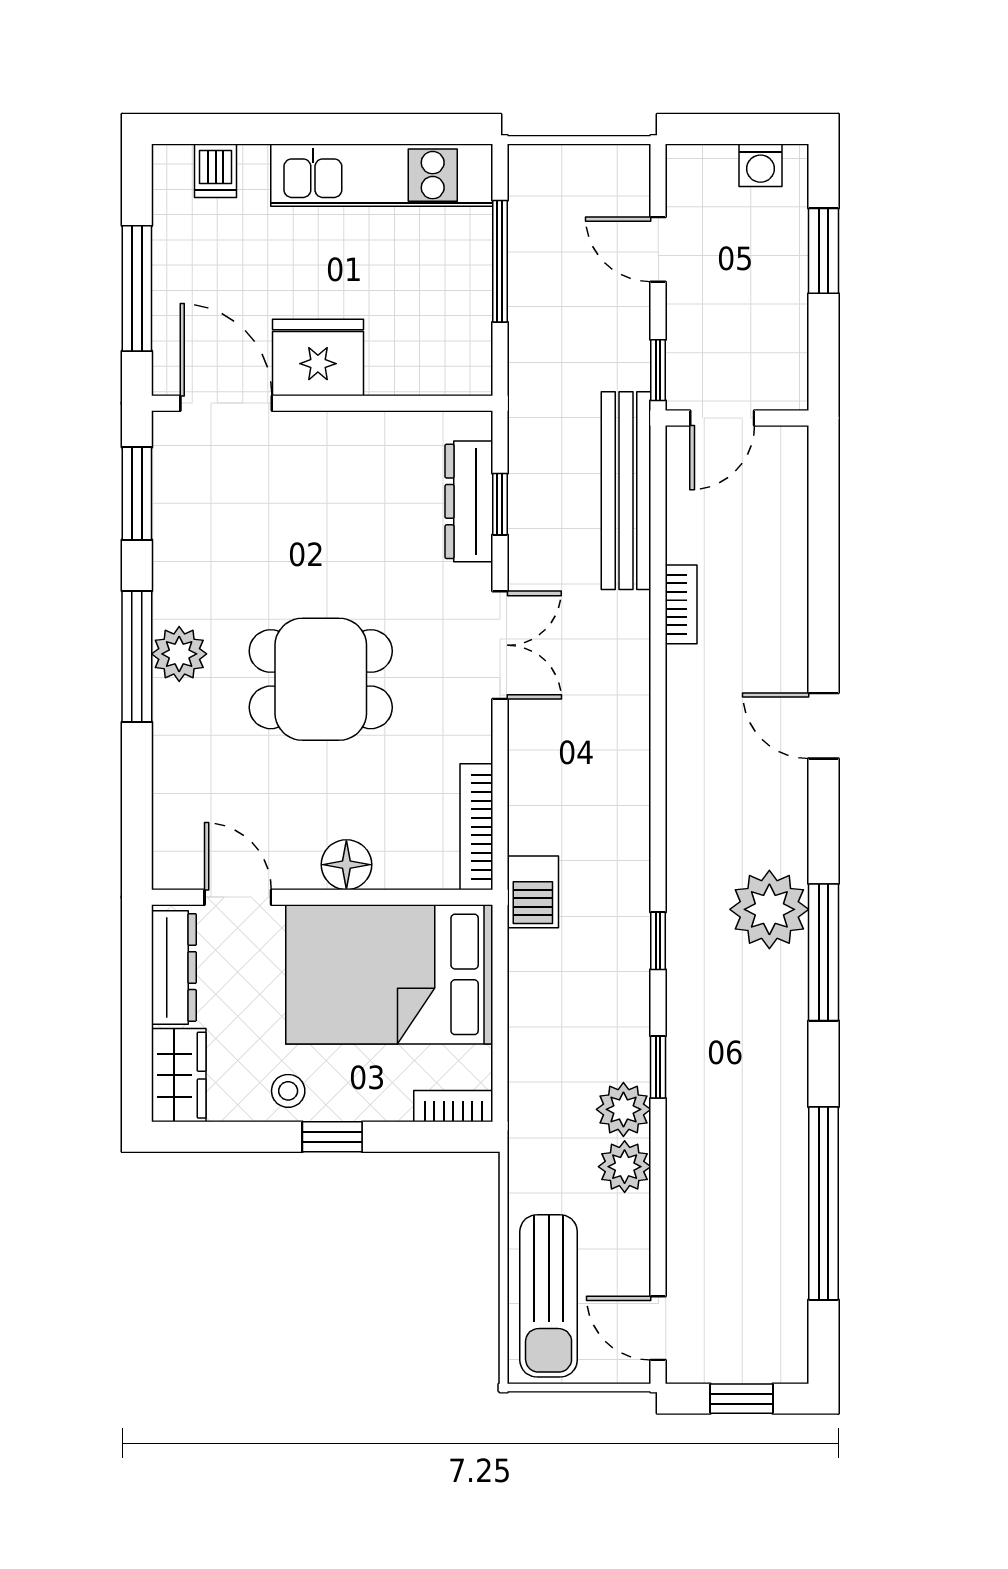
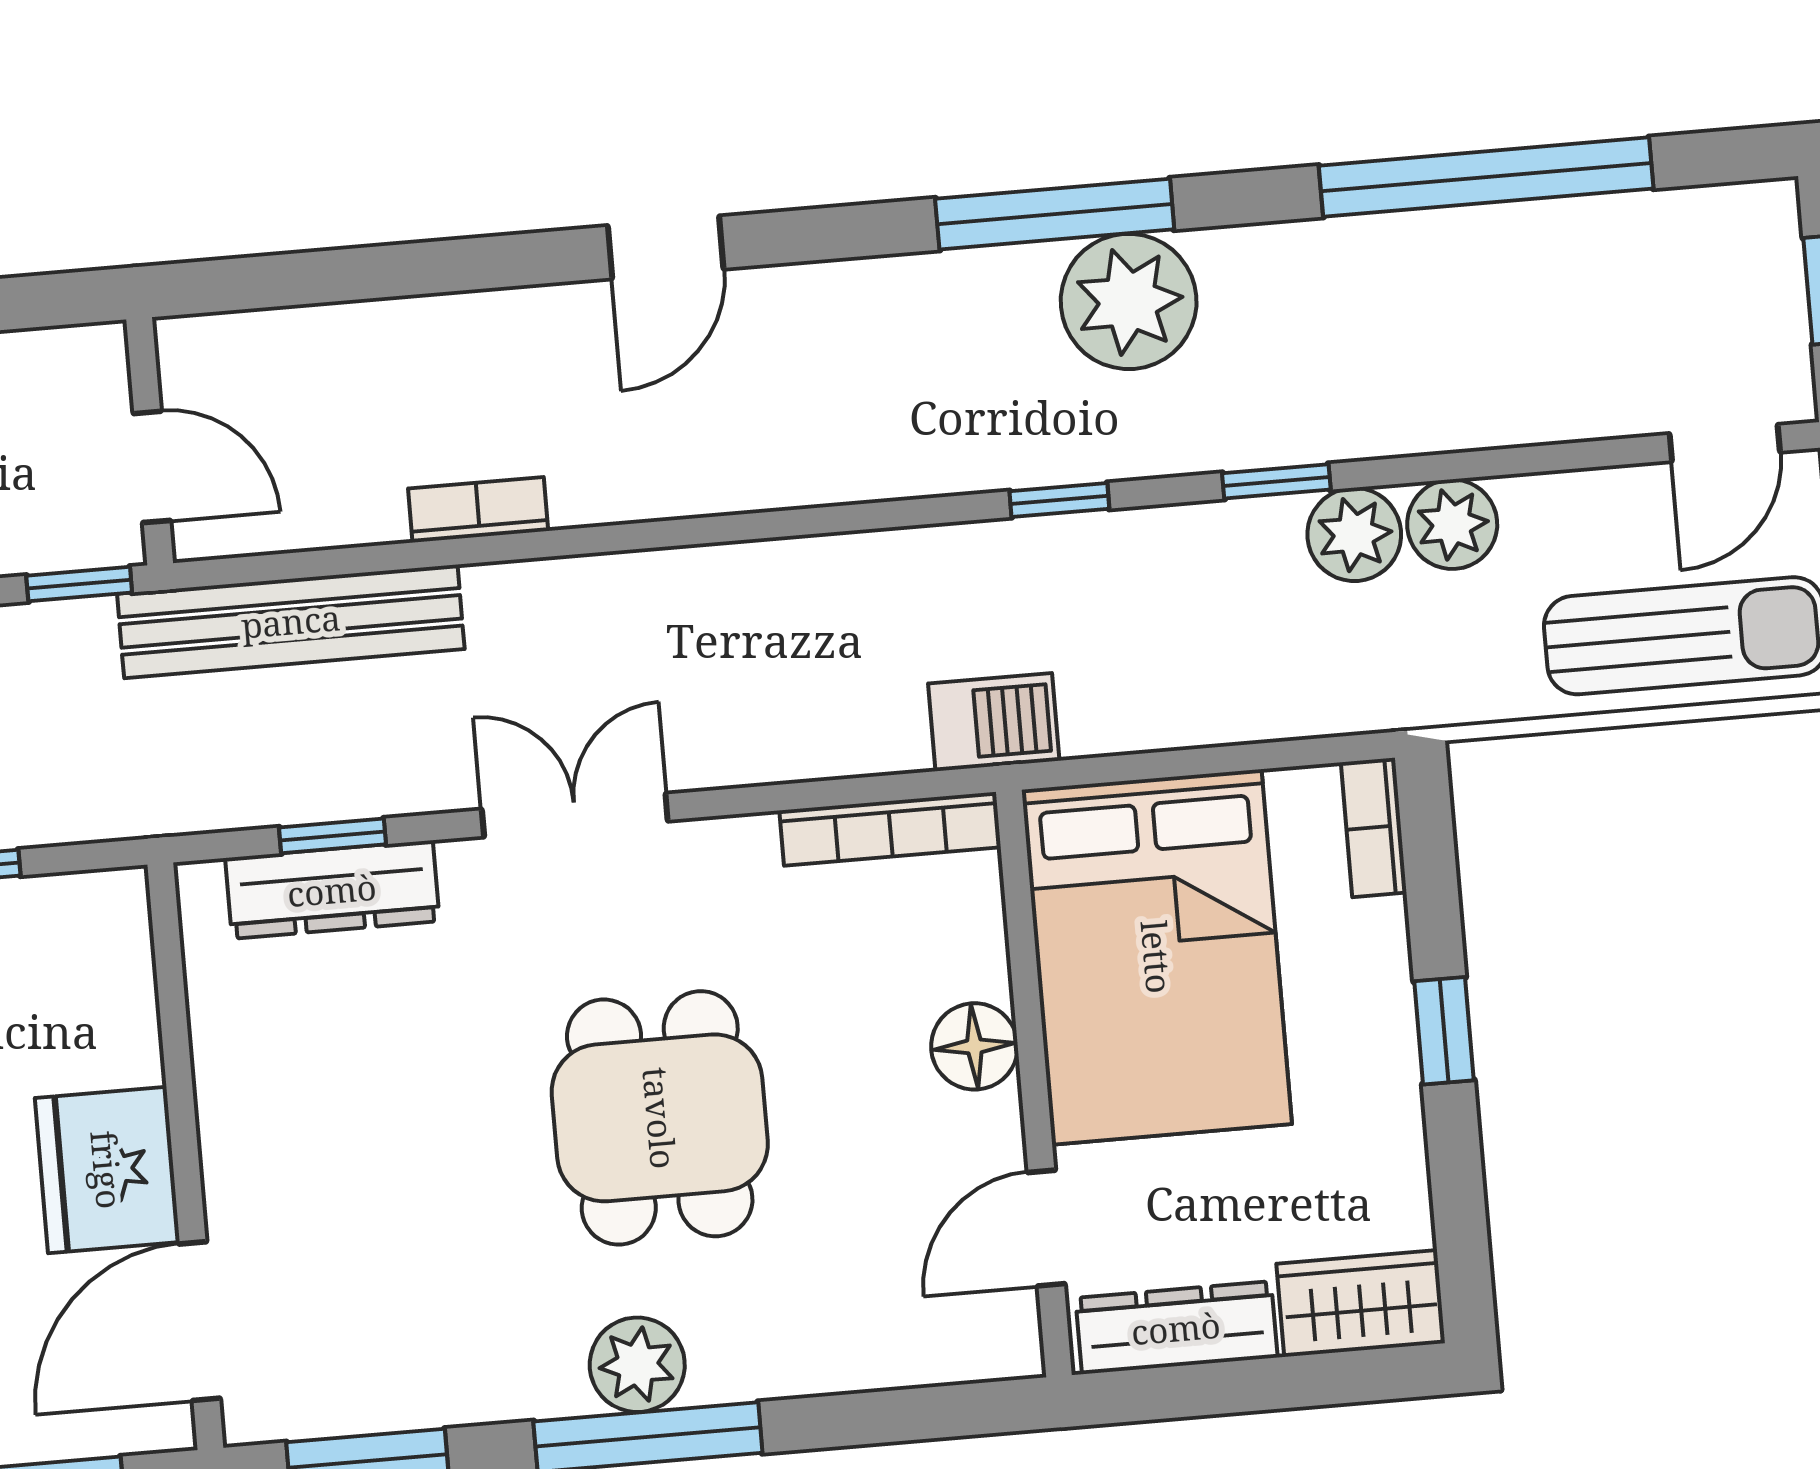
plant: (769, 909) -> (1129, 301), moved
stool: (288, 1091) -> (1372, 1113), removed

